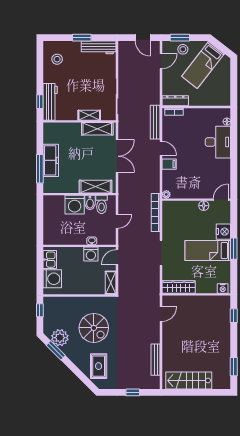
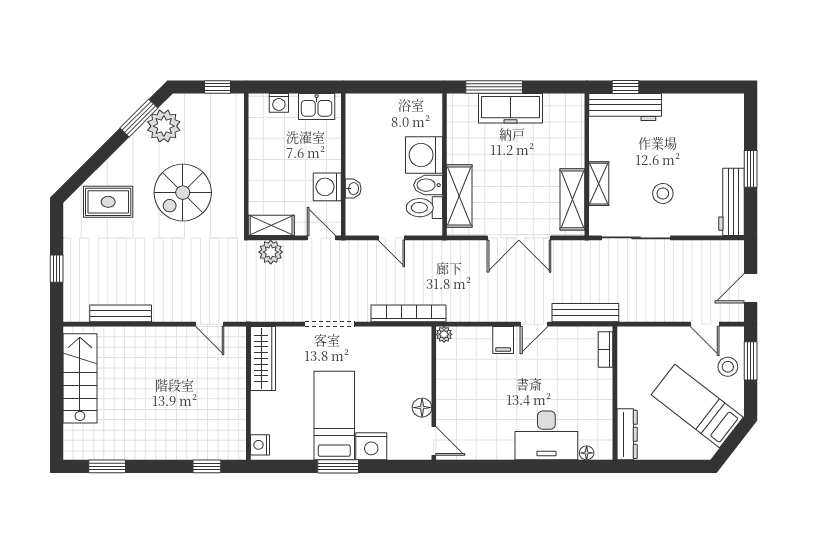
stool: (57, 59) -> (663, 193), moved
dresser: (175, 101) -> (627, 434), moved
washing machine: (52, 279) -> (279, 103), width x0.53, depth x0.53
plant: (124, 283) -> (271, 252), added

